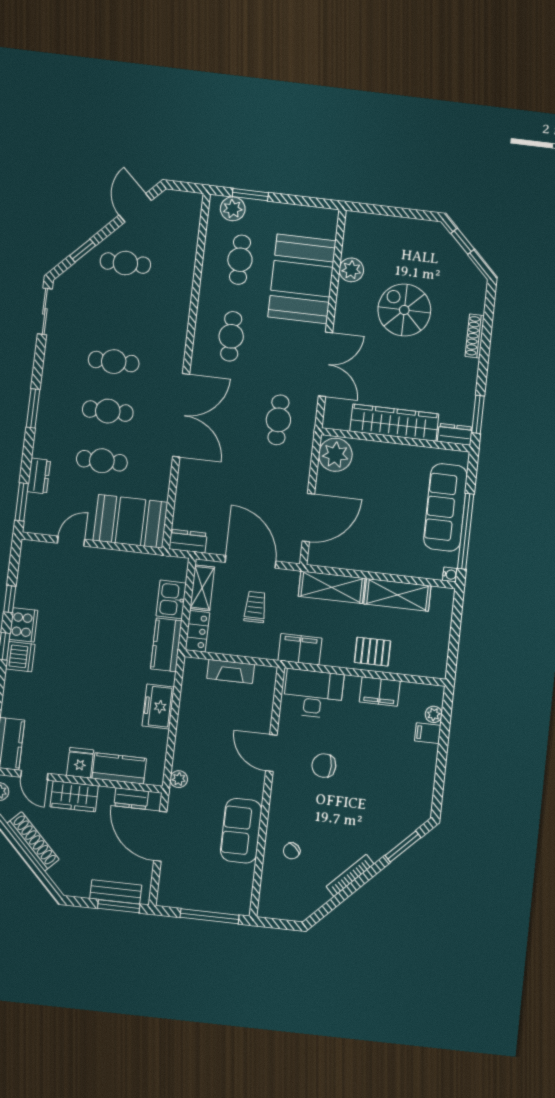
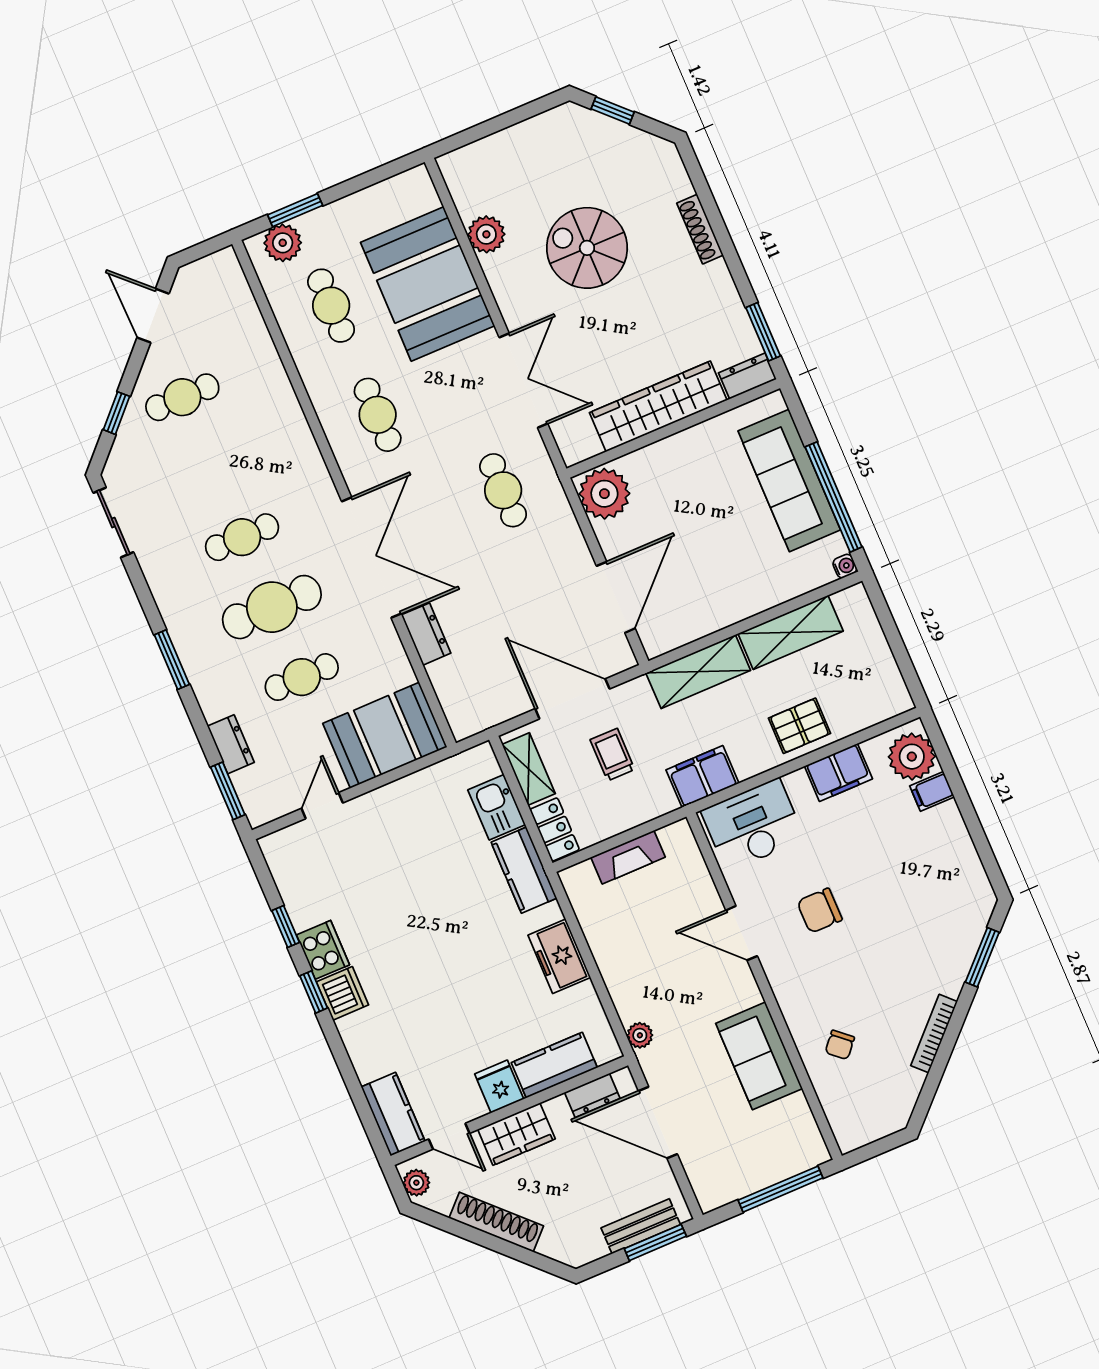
cafe table: (108, 411) -> (272, 607), width x1.37, depth x1.35
dresser: (188, 541) -> (426, 634), moved, turned 90
plant: (434, 714) -> (912, 757), width x1.88, depth x1.88

